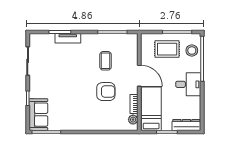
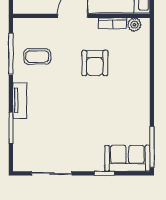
tv unit: (68, 38) -> (20, 101), moved
coffee table: (106, 61) -> (37, 57), moved
armchair: (106, 92) -> (95, 63), turned 180

